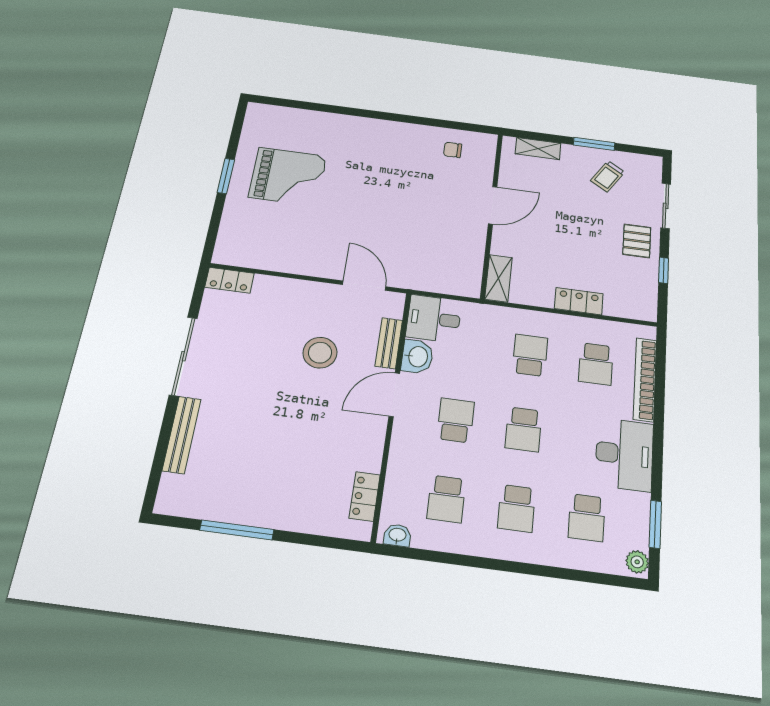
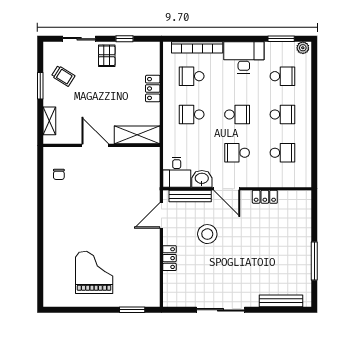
window: (226, 176) -> (132, 310), moved
pallet: (637, 241) -> (107, 56), turned 90
shelving: (498, 278) -> (137, 135), width x1.50, depth x1.33
locker: (230, 280) -> (169, 258), moved
bench: (389, 343) -> (190, 196), width x1.36
school desk: (596, 364) -> (192, 76), turned 180
bench: (182, 435) -> (281, 301), moved
locker: (365, 496) -> (265, 197), moved
washbasin: (397, 535) -> (306, 176), removed

